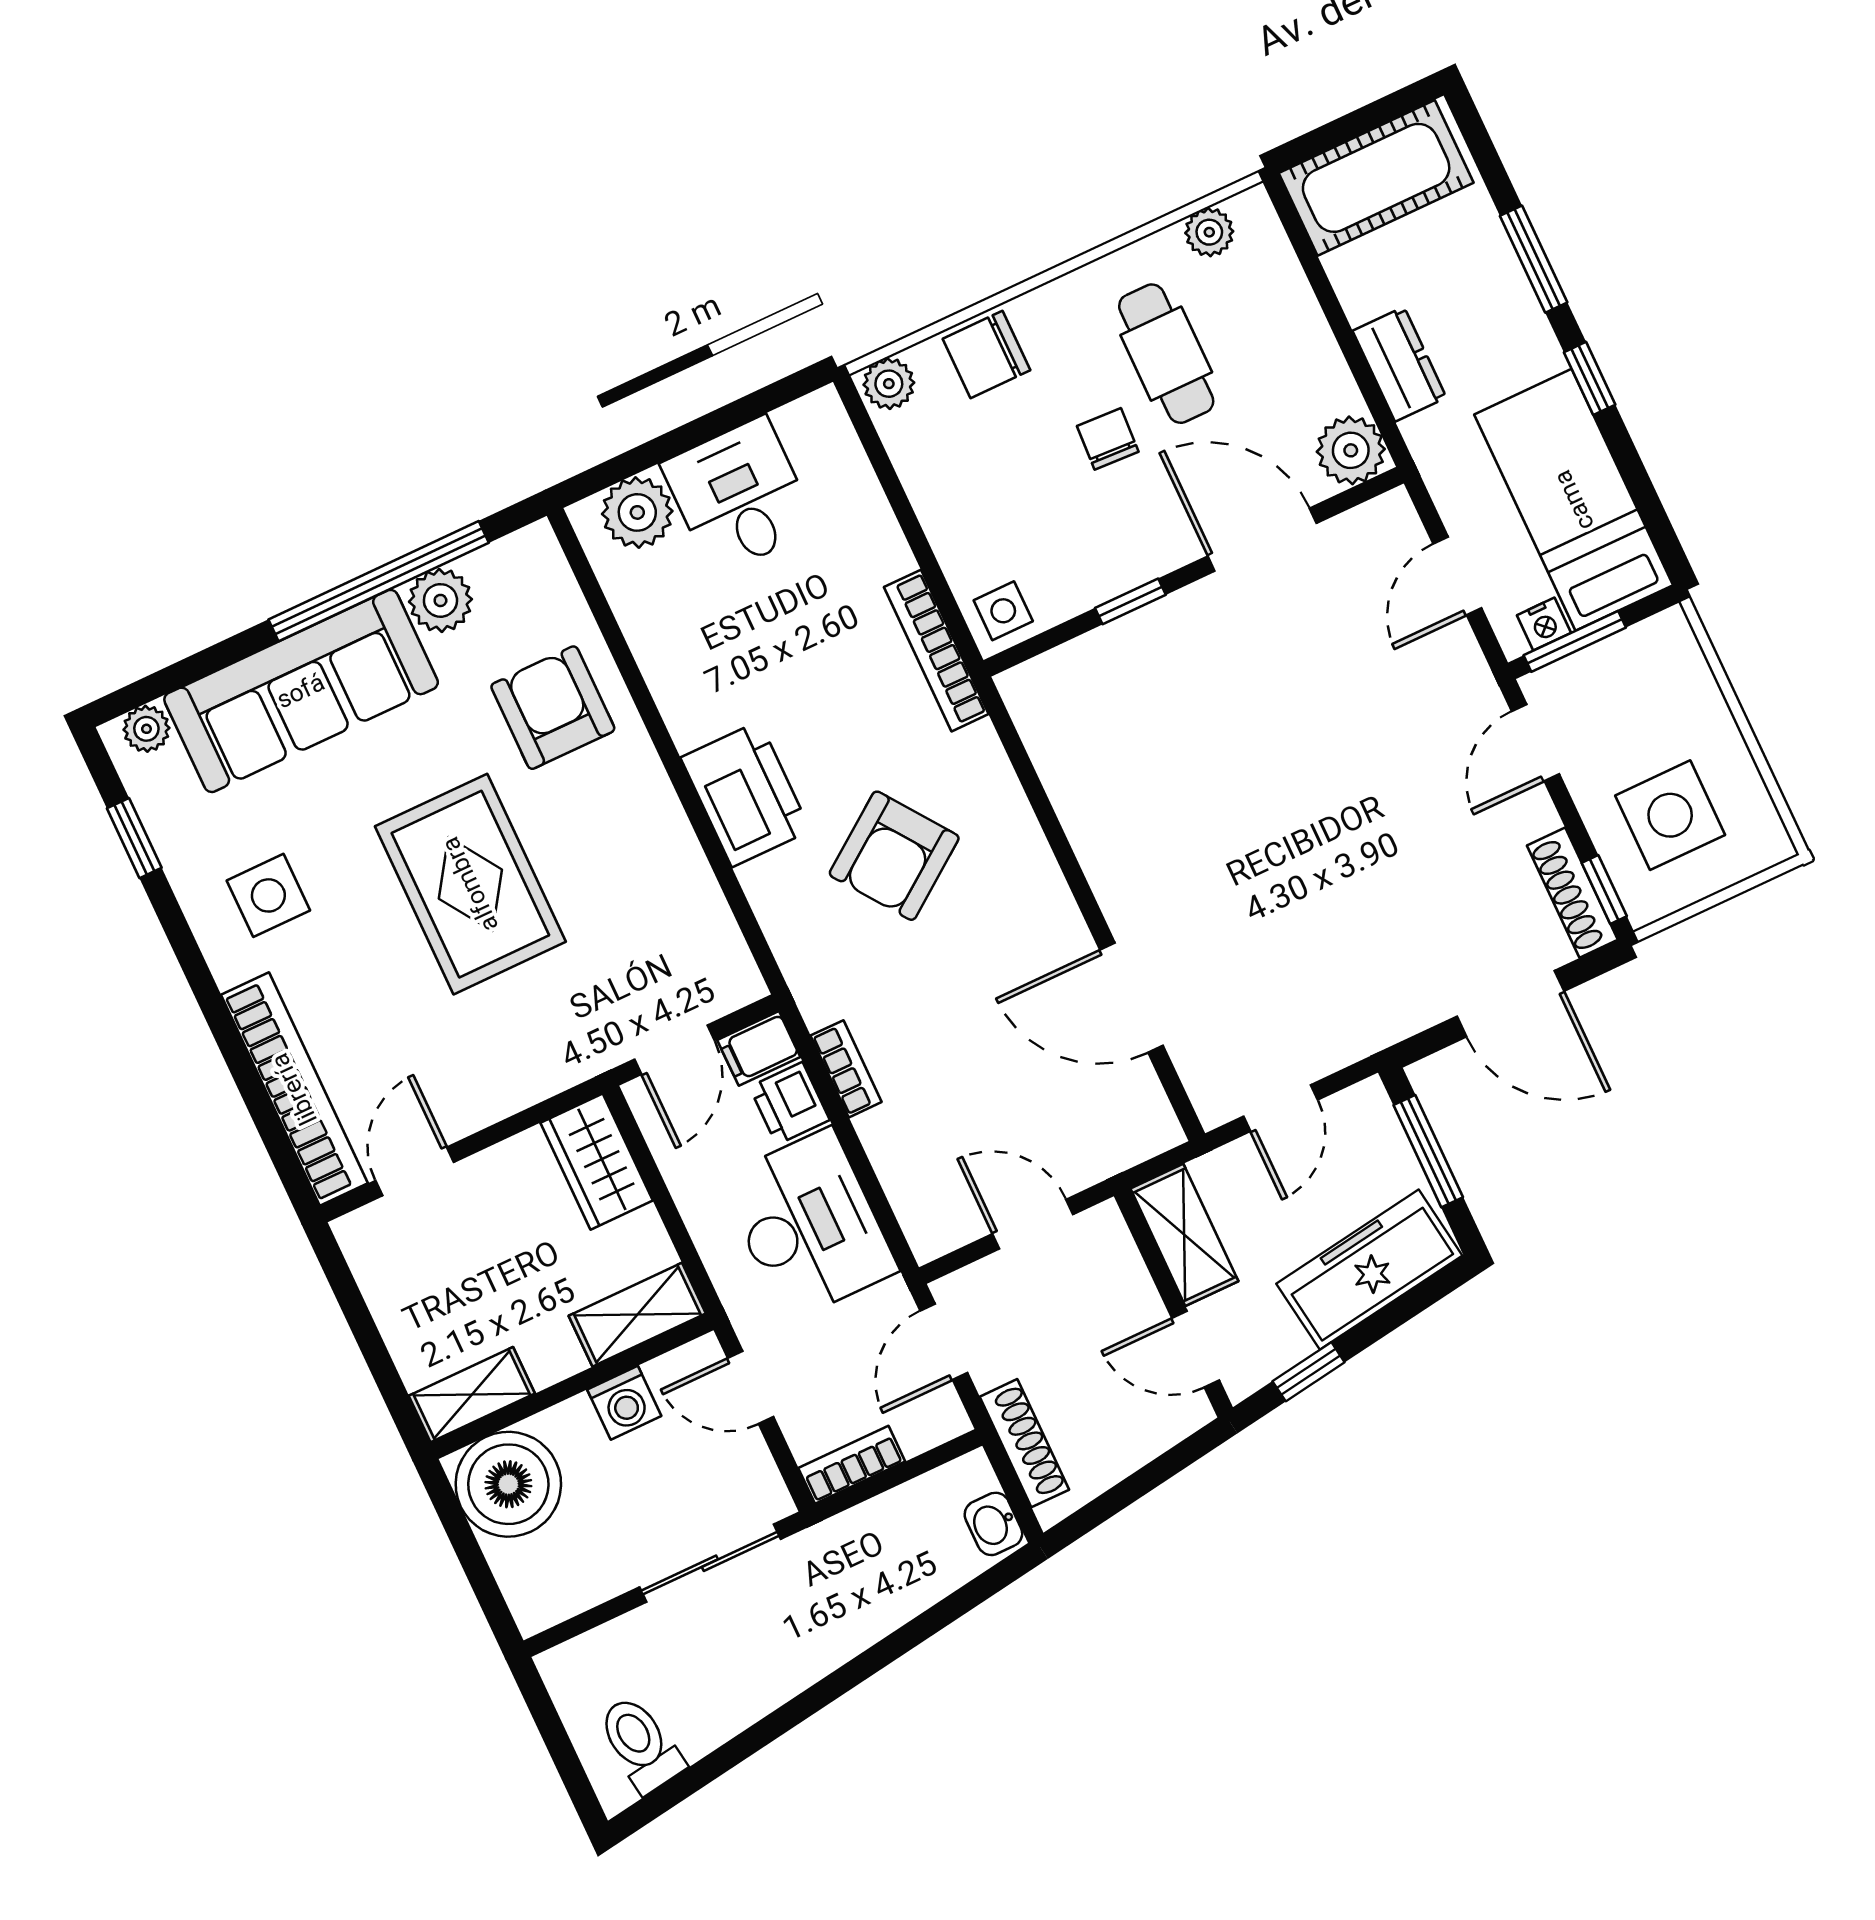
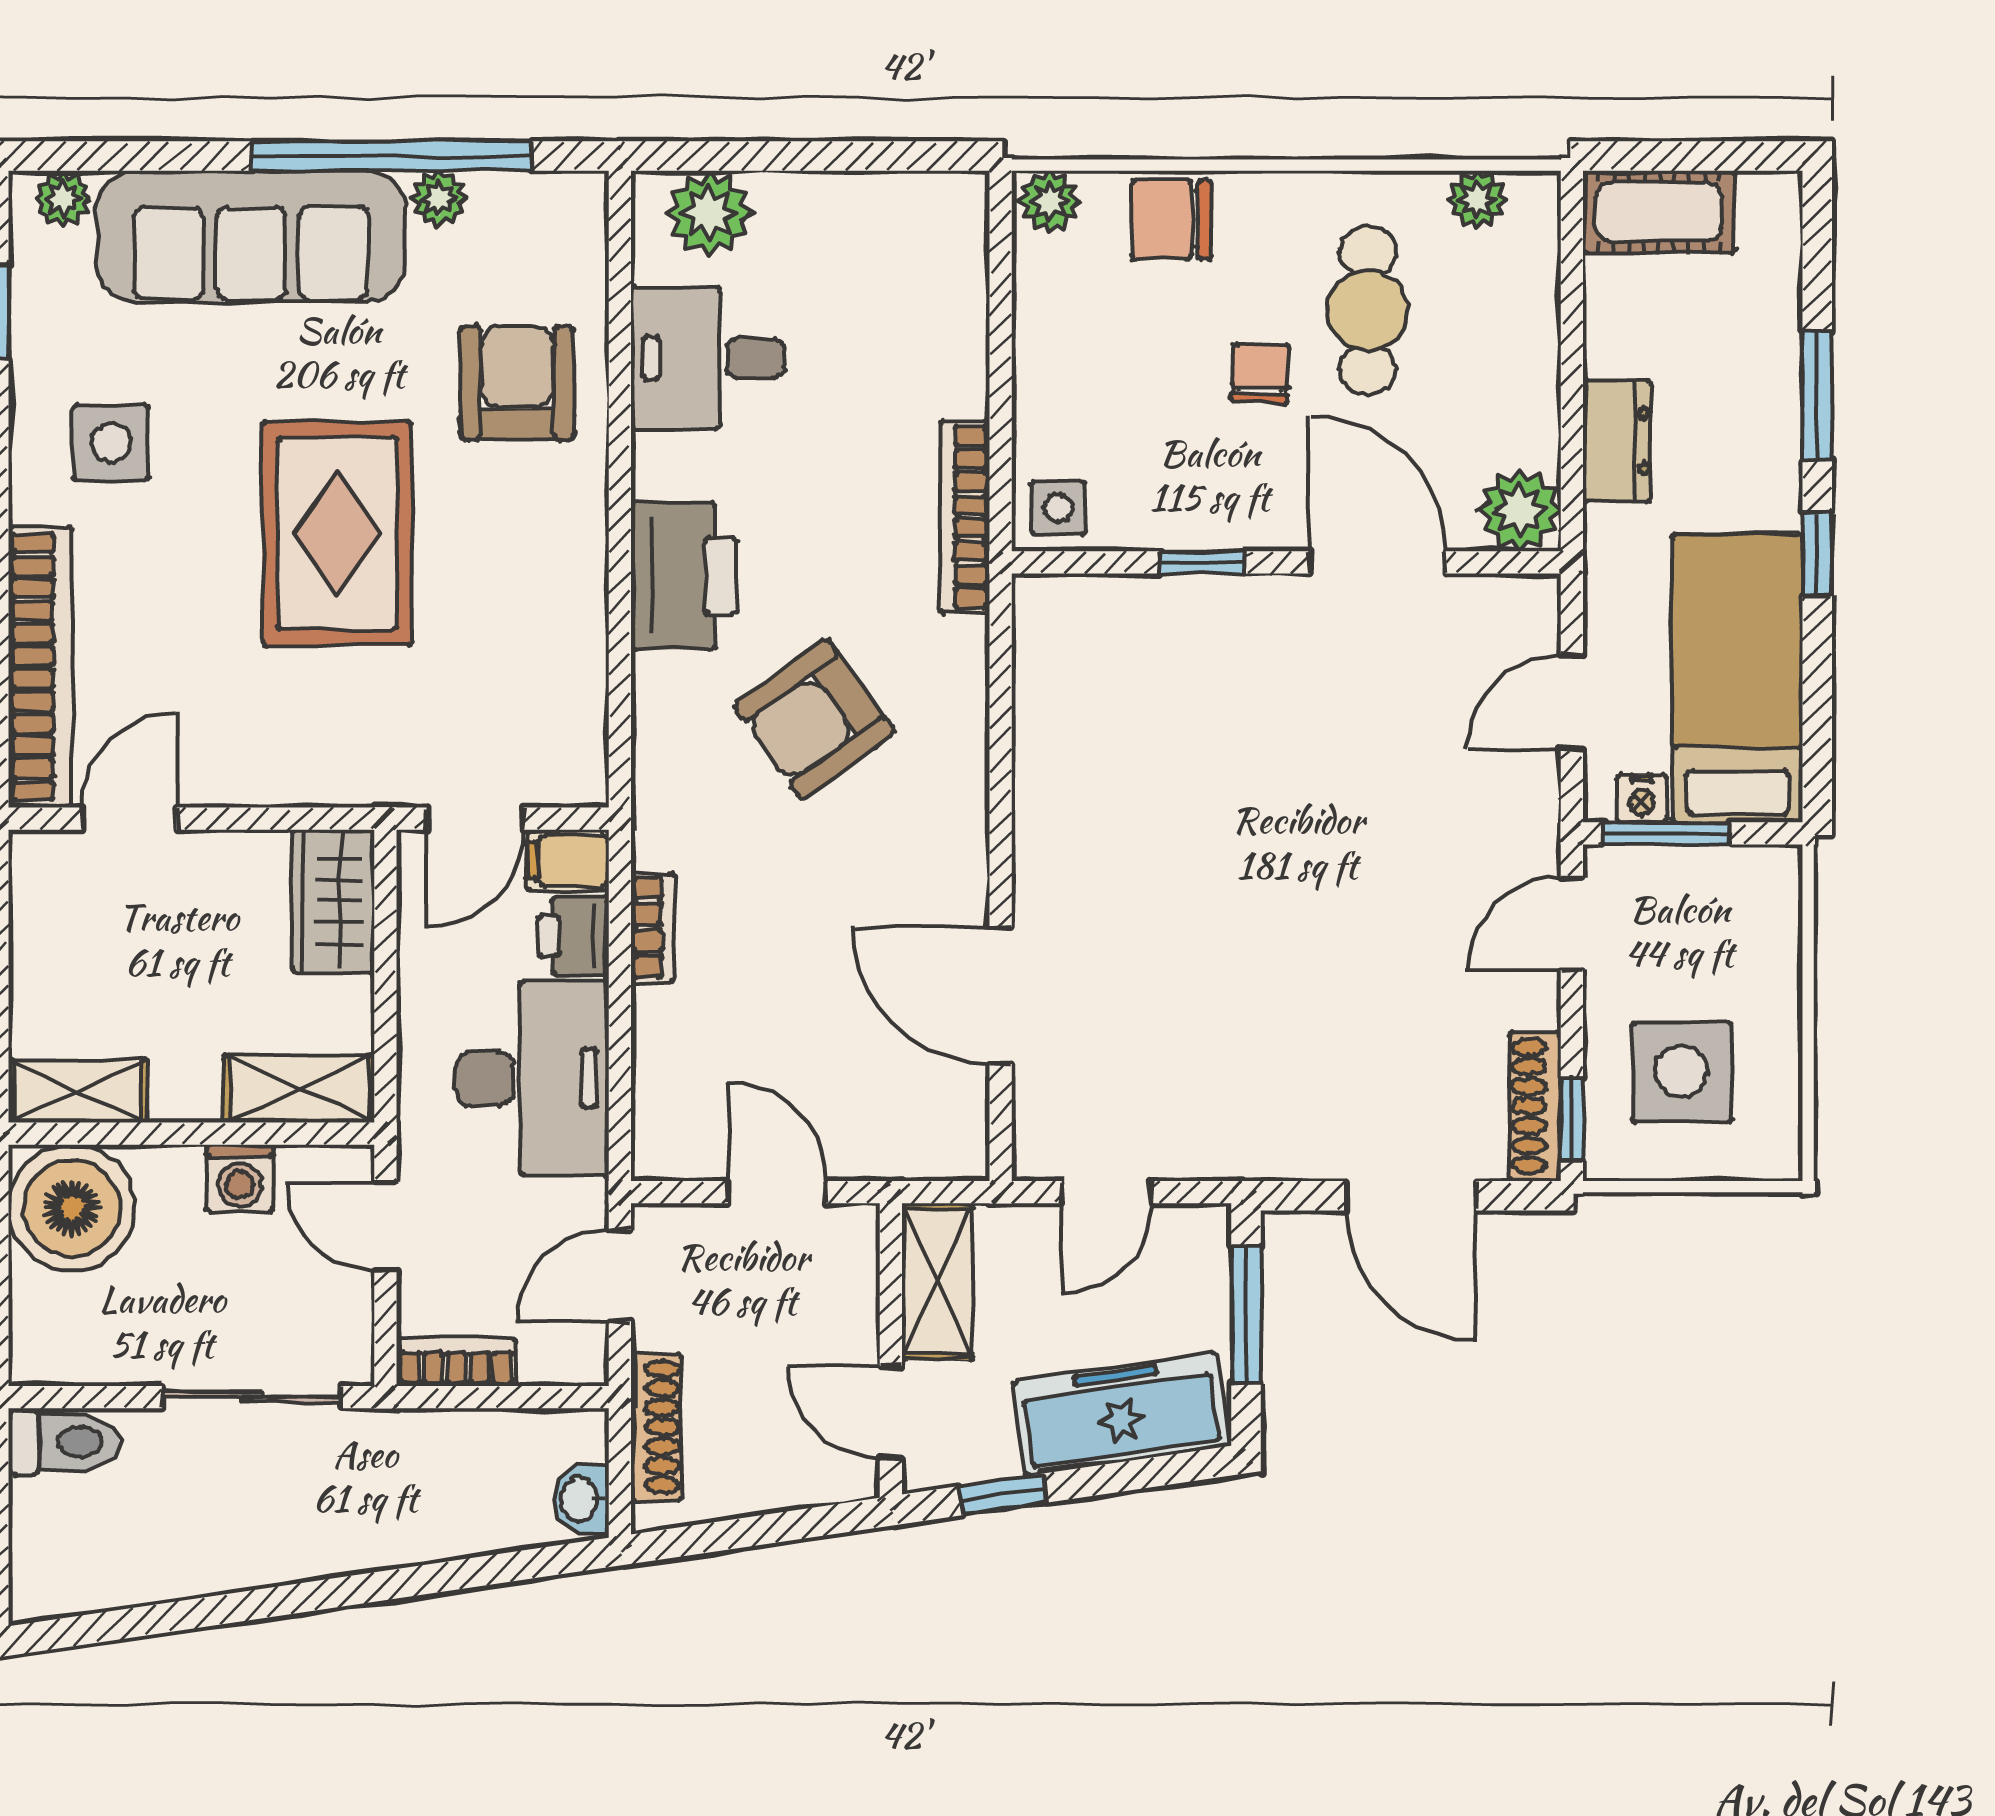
cot: (1376, 178) -> (1659, 212), width x0.73, depth x0.75
desk: (739, 496) -> (708, 358), moved, turned -90
plant: (440, 600) -> (439, 198), width x0.73, depth x0.73
toilet: (640, 1744) -> (64, 1442), moved, turned 98

